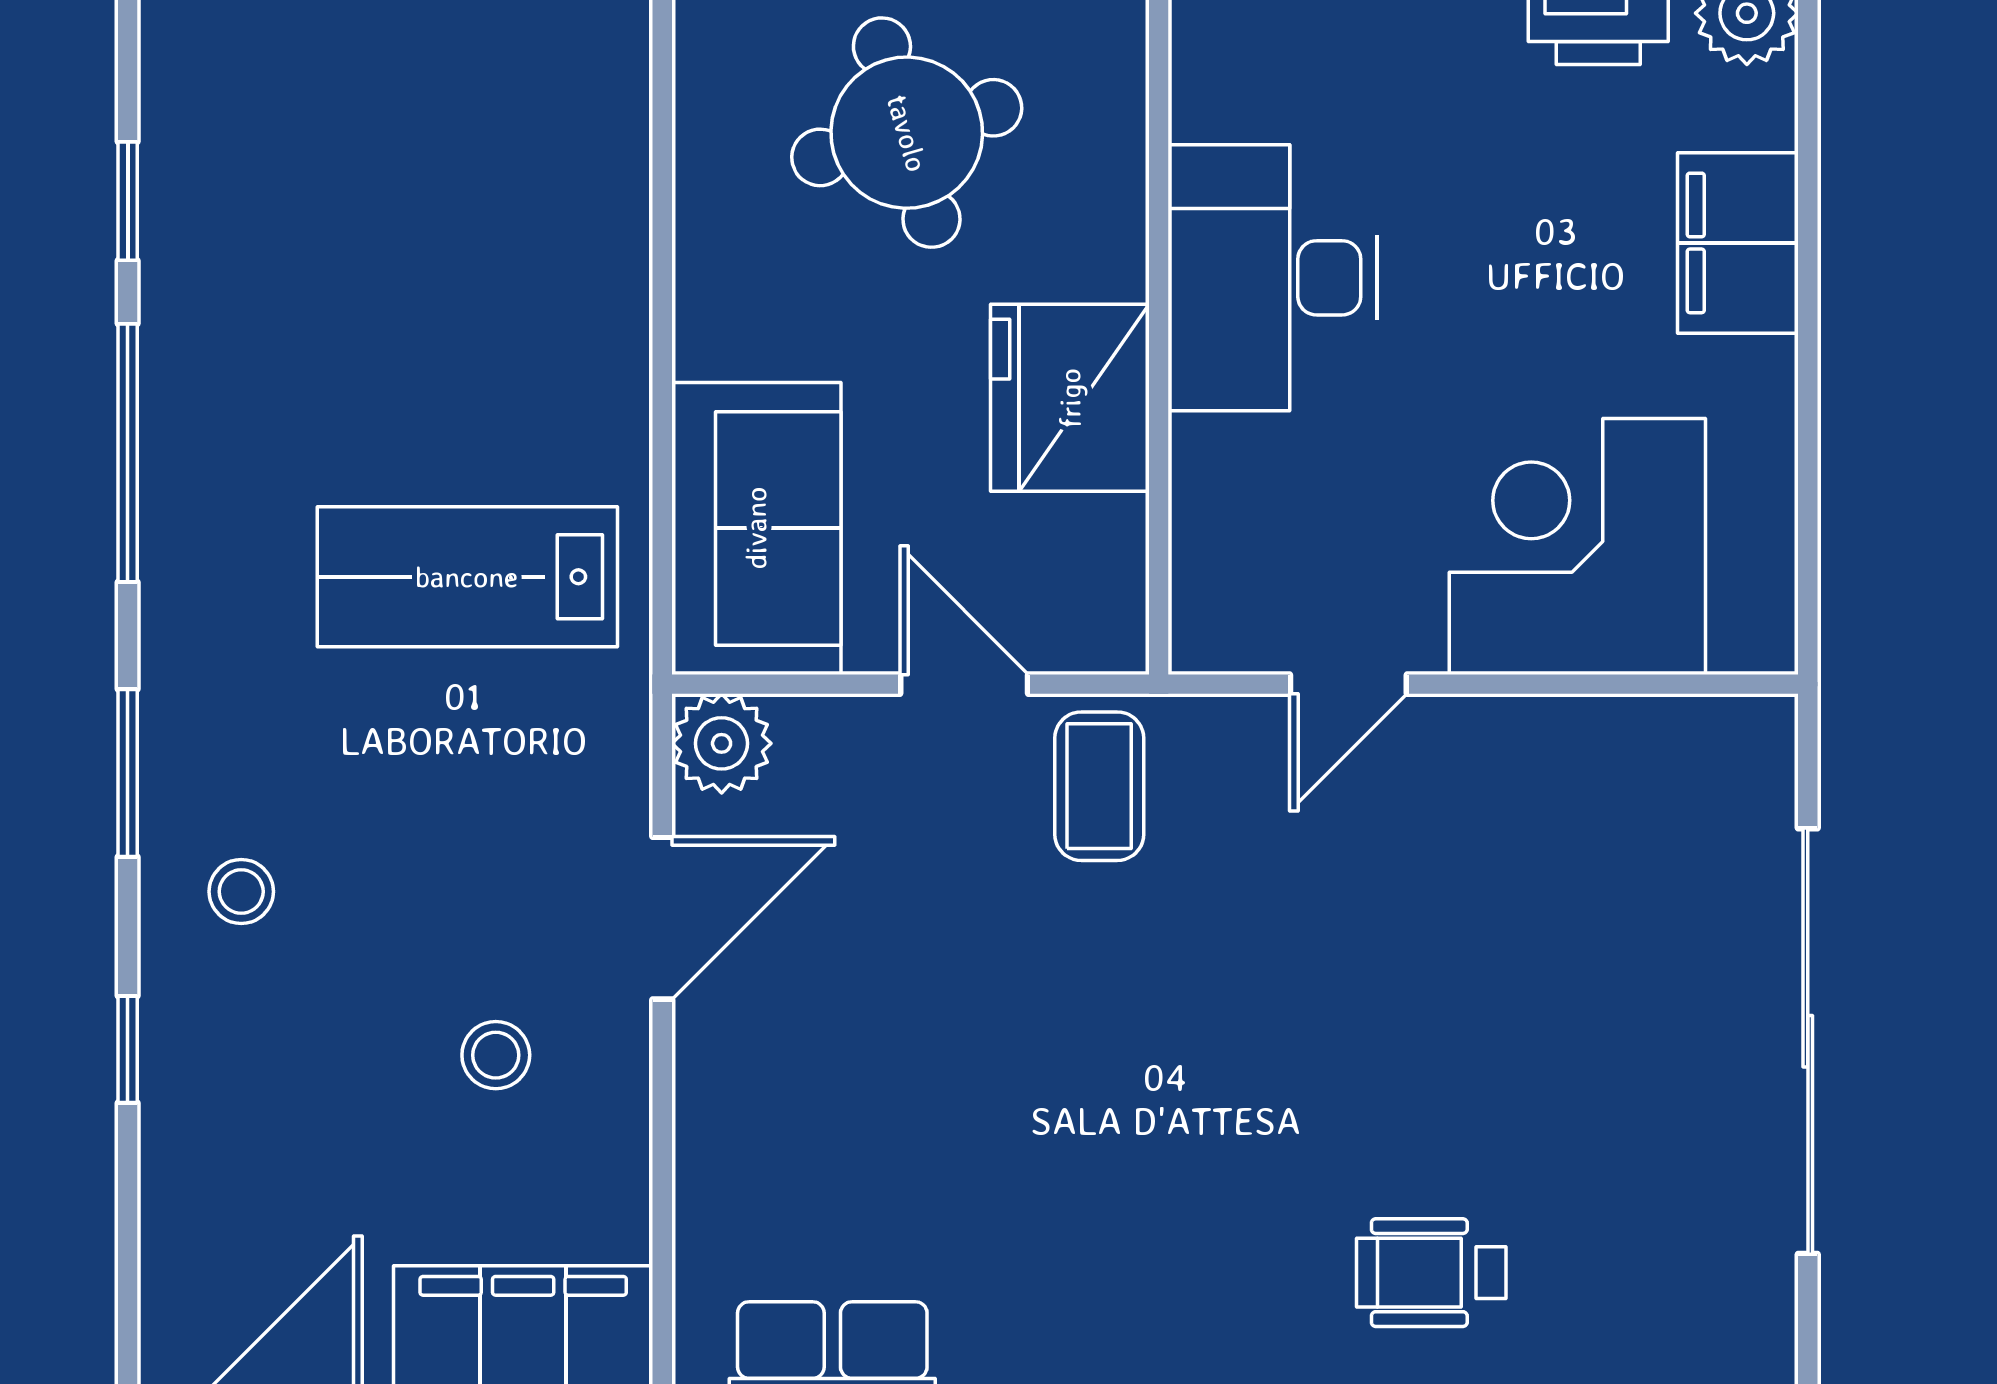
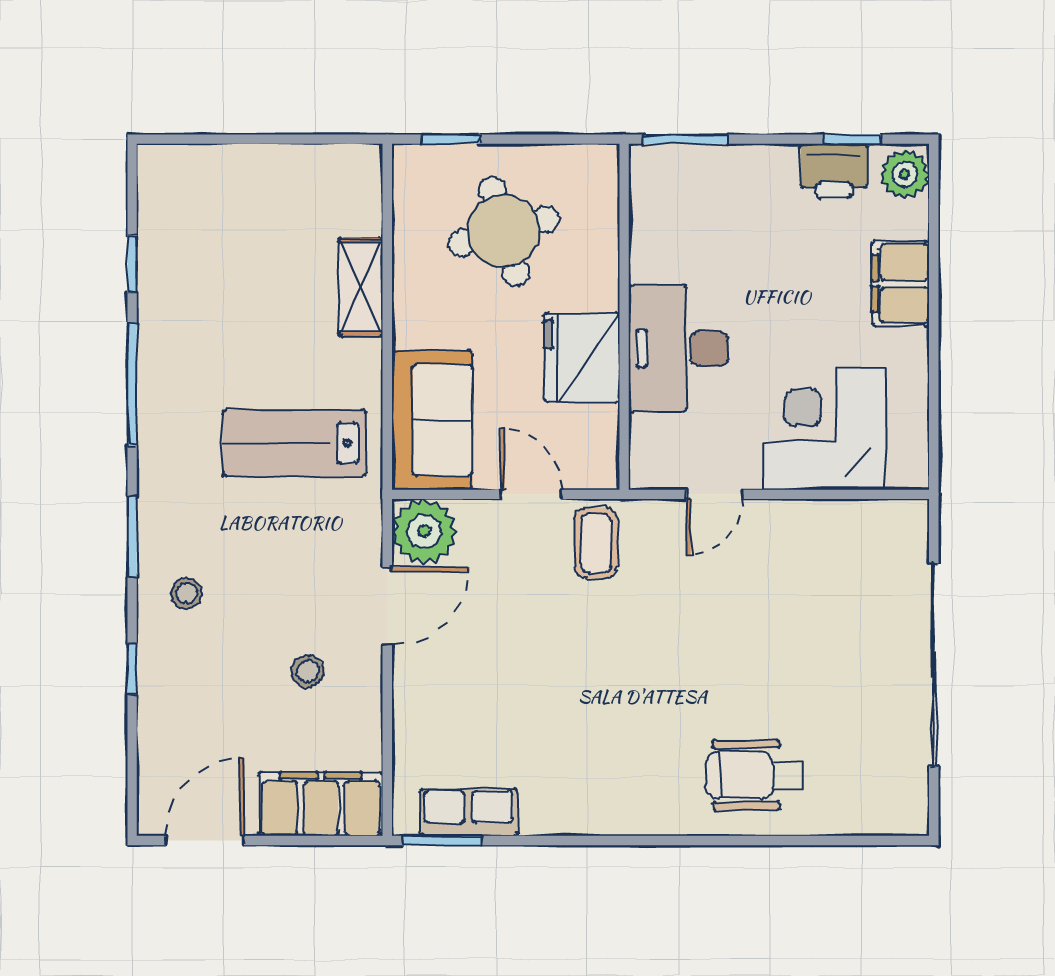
shelving: (607, 250) -> (361, 287), added
desk: (1273, 278) -> (679, 349), moved
plant: (722, 743) -> (424, 531), width x1.36, depth x1.36
wheelchair: (1431, 1273) -> (754, 775), width x1.36, depth x1.37

